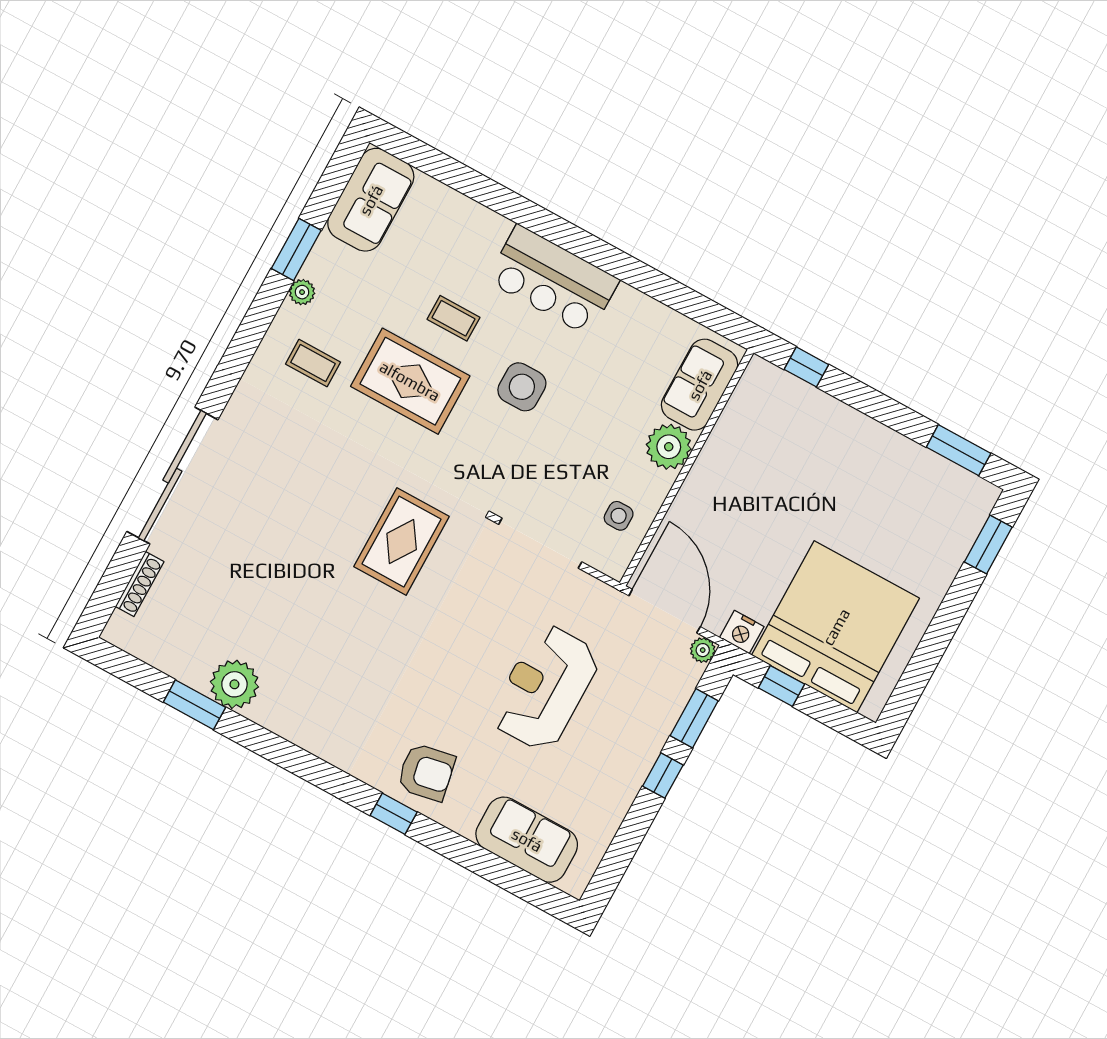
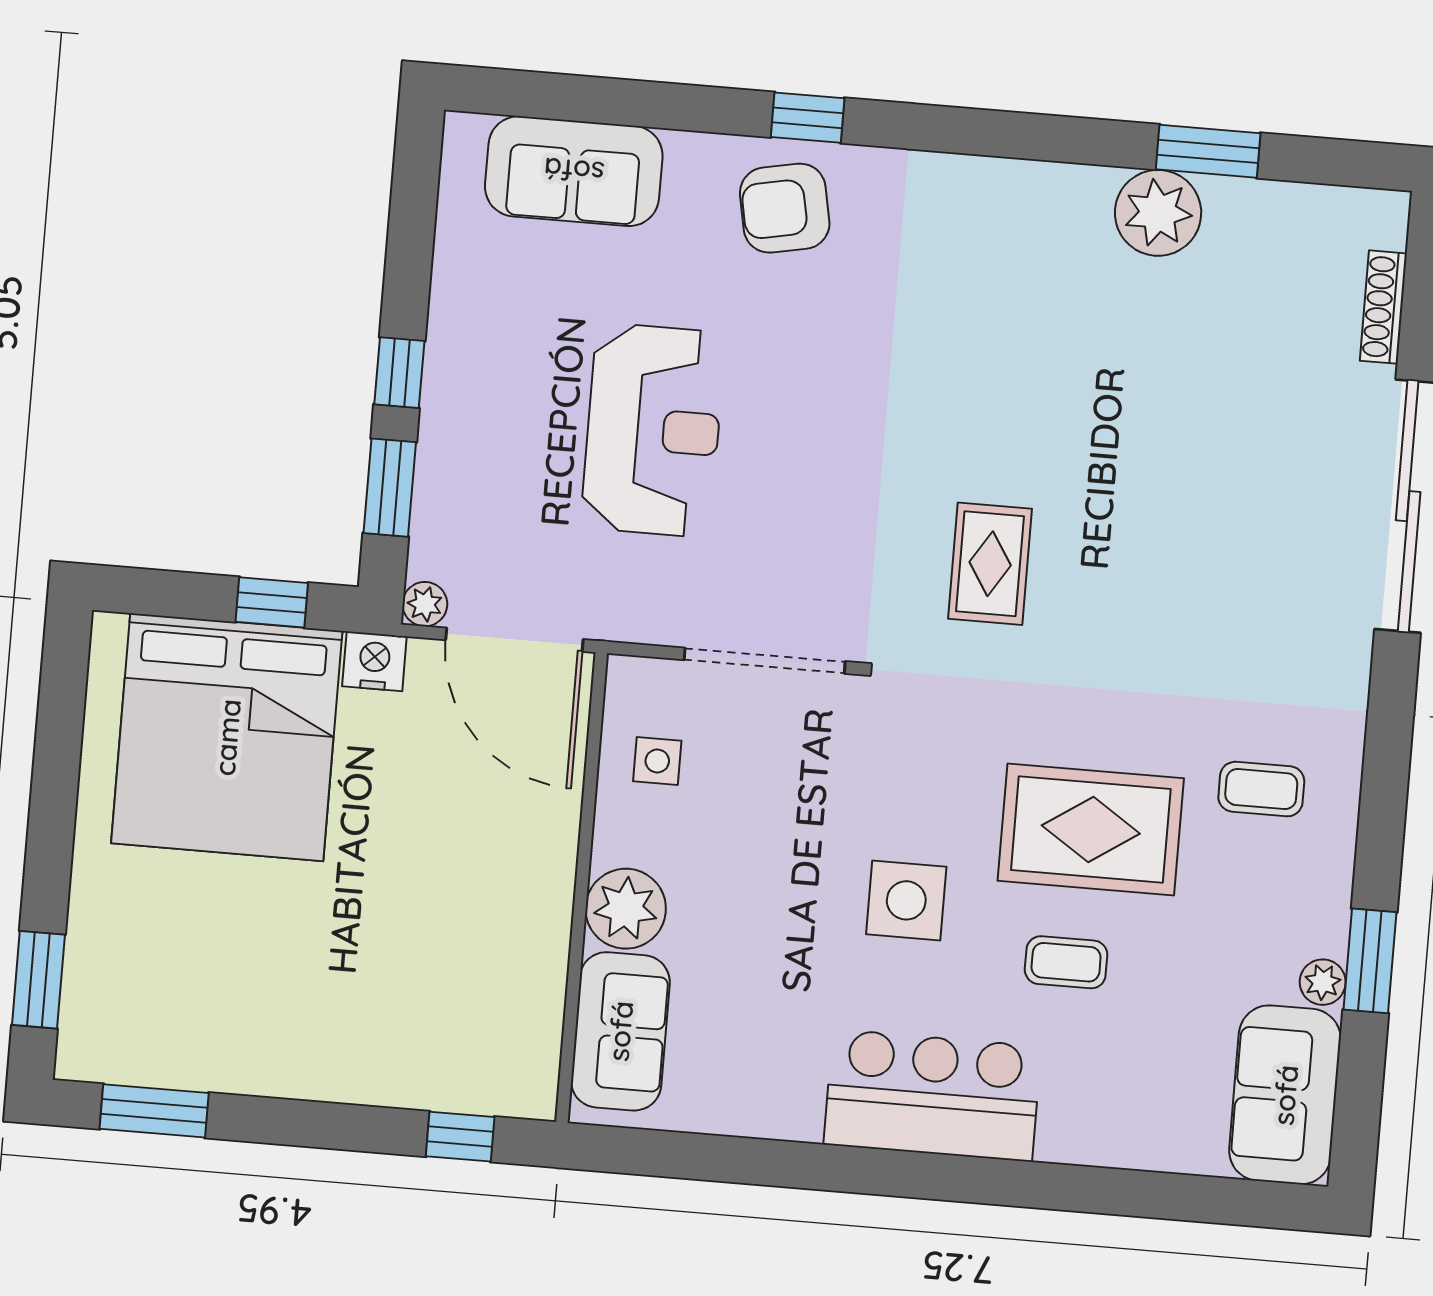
plant: (302, 292) -> (1323, 982), moved
rug: (402, 542) -> (990, 564), width x0.73, depth x0.70

